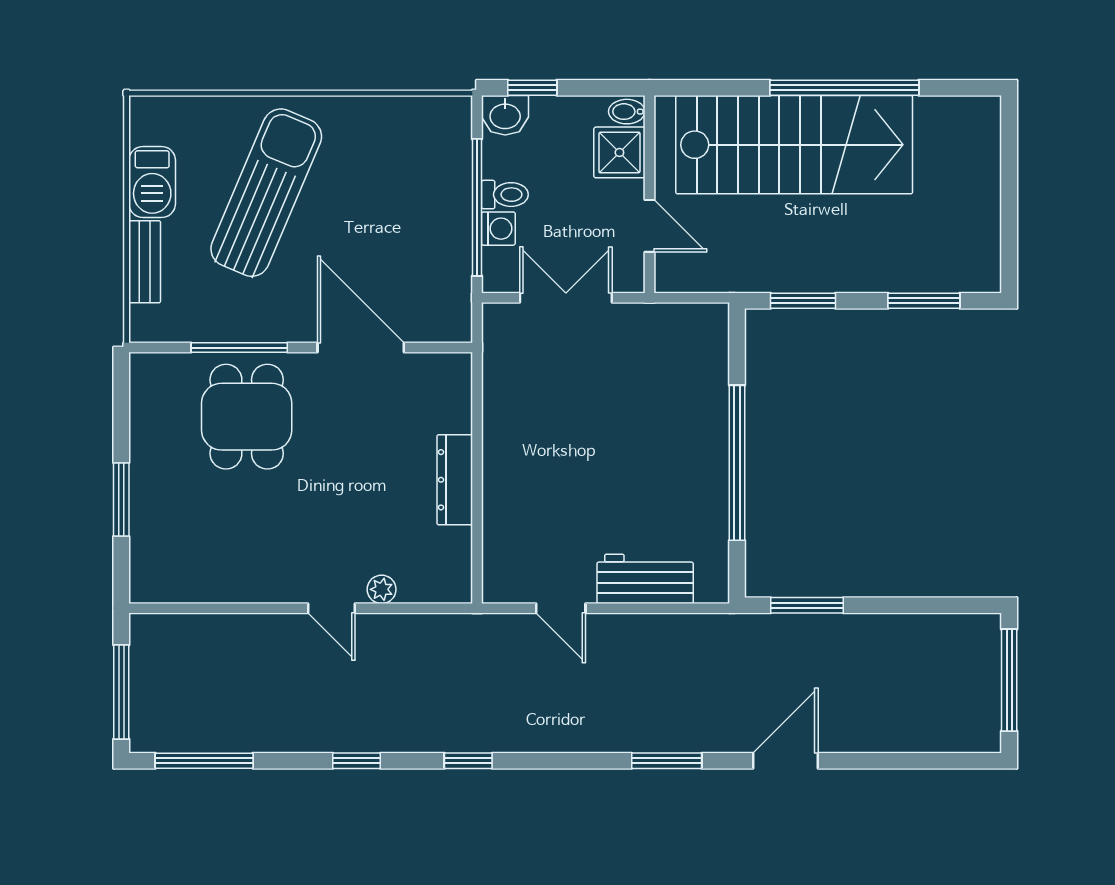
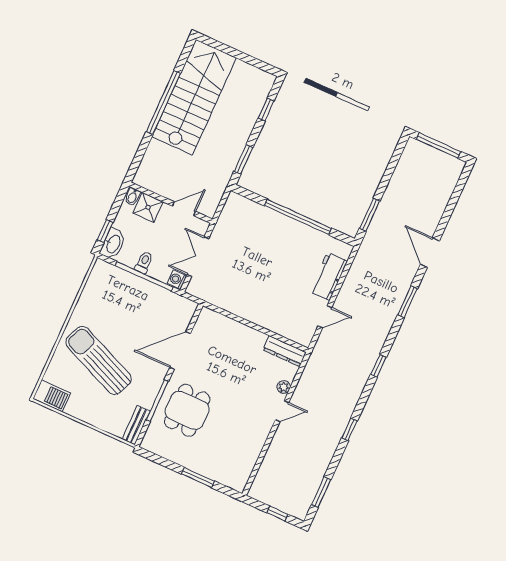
washbasin: (505, 115) -> (113, 244), width x1.38
stairs: (794, 145) -> (194, 97), moved
barbecue: (152, 182) -> (52, 396), moved
washing machine: (498, 229) -> (177, 279), moved, turned -90
bench: (145, 262) -> (136, 425), moved, turned 90
window: (924, 301) -> (266, 110), width x0.67
dining table: (247, 417) -> (187, 410), turned 90
dresser: (455, 480) -> (285, 351), moved
window: (121, 692) -> (277, 513), width x0.46
window: (204, 761) -> (321, 492), width x0.69
window: (468, 761) -> (378, 366), moved

